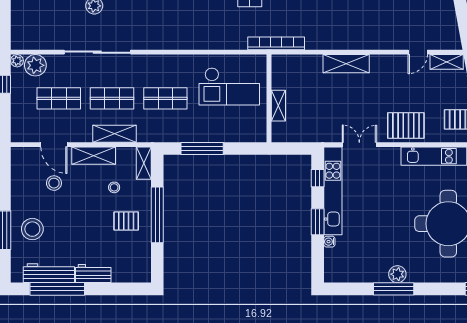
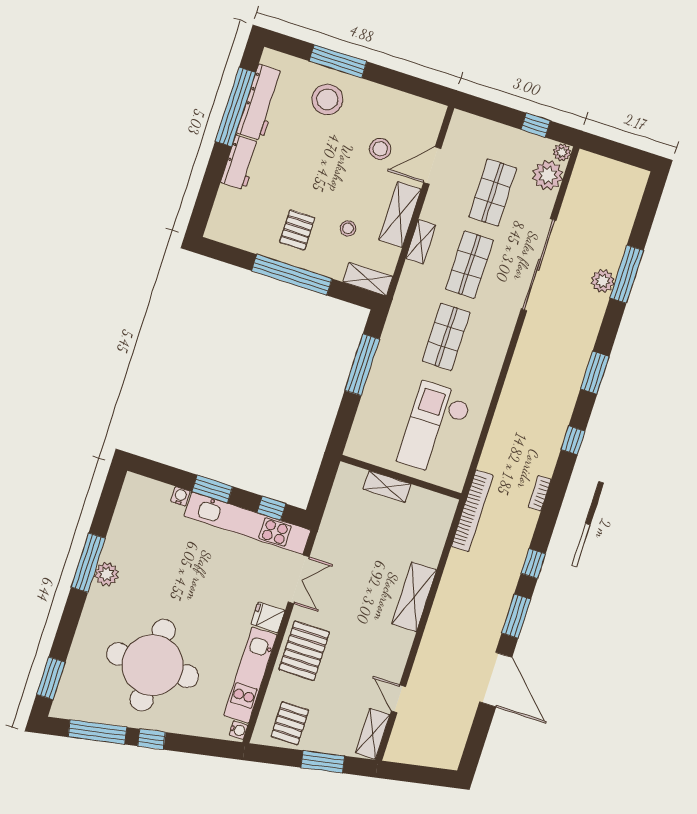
shelving: (115, 134) -> (421, 242), width x0.67, depth x0.75
fridge: (391, 157) -> (268, 617), added

